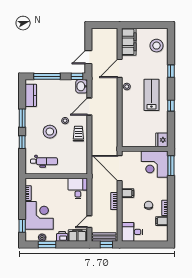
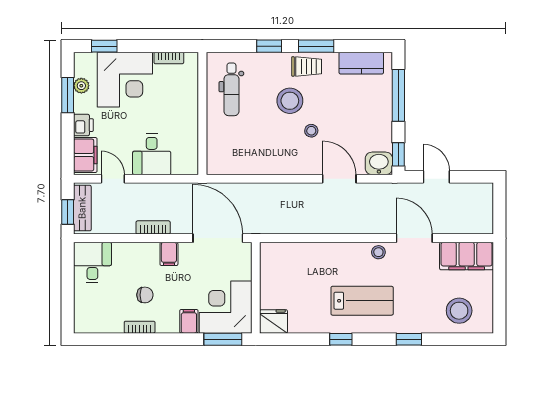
trolley: (78, 134) -> (307, 66), moved
door: (120, 168) -> (218, 238), hinge flipped
desk: (78, 188) -> (152, 154), moved, turned 90
filing cabinet: (162, 221) -> (189, 321), moved

